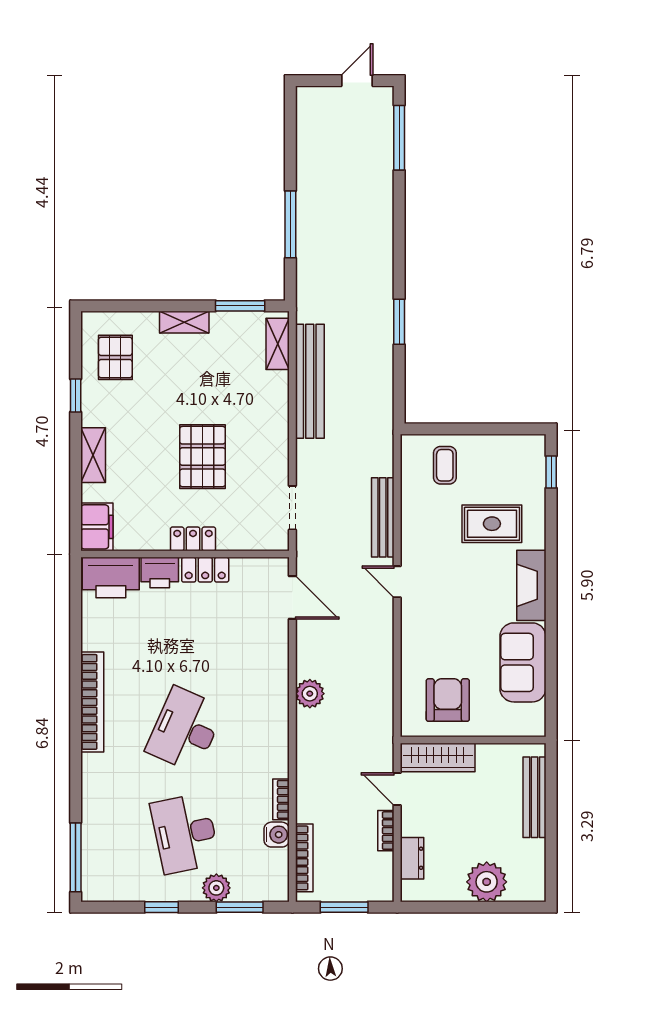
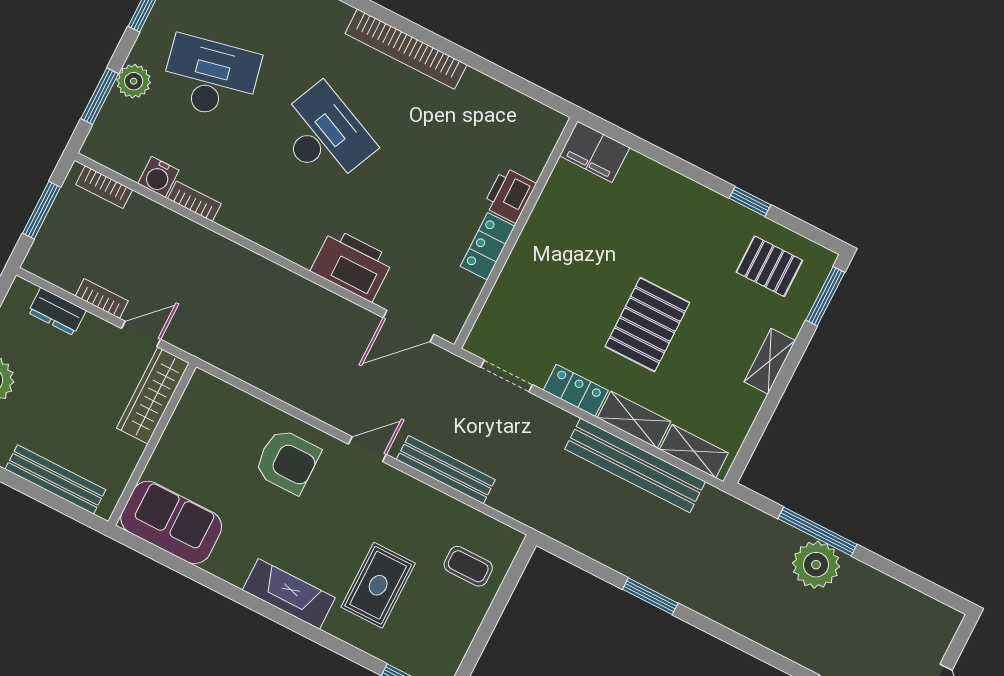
window: (240, 306) -> (825, 296), moved
shelving: (93, 455) -> (634, 420), moved
pallet: (203, 457) -> (647, 325), moved, turned 90
locker: (193, 539) -> (576, 390), moved, turned -90
printer: (111, 578) -> (352, 265), moved, turned 90
sofa: (523, 662) -> (171, 522), moved
plant: (310, 694) -> (816, 565), moved, width x1.36, depth x1.36
armchair: (448, 700) -> (287, 461), moved
bookcase: (304, 858) -> (104, 187), width x0.64

